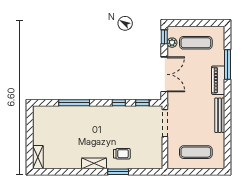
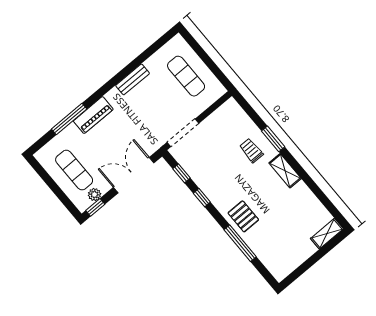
bench: (220, 115) -> (133, 79), width x0.73
pallet: (88, 117) -> (243, 216), added

